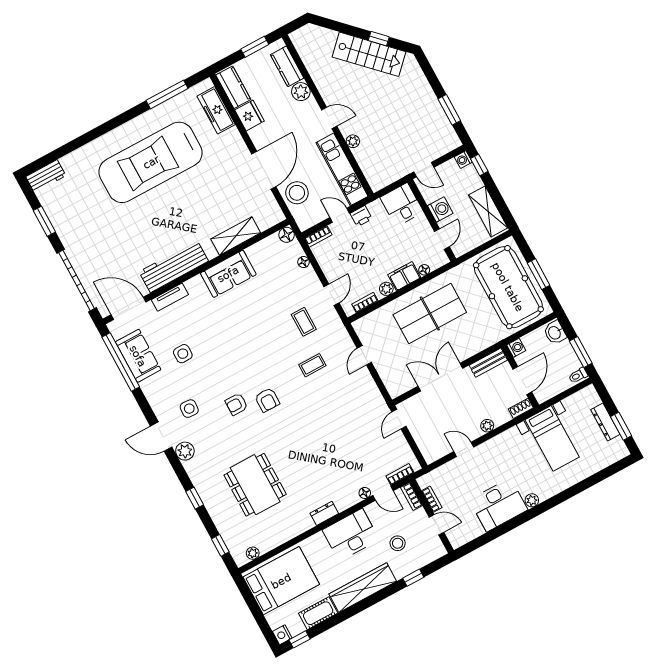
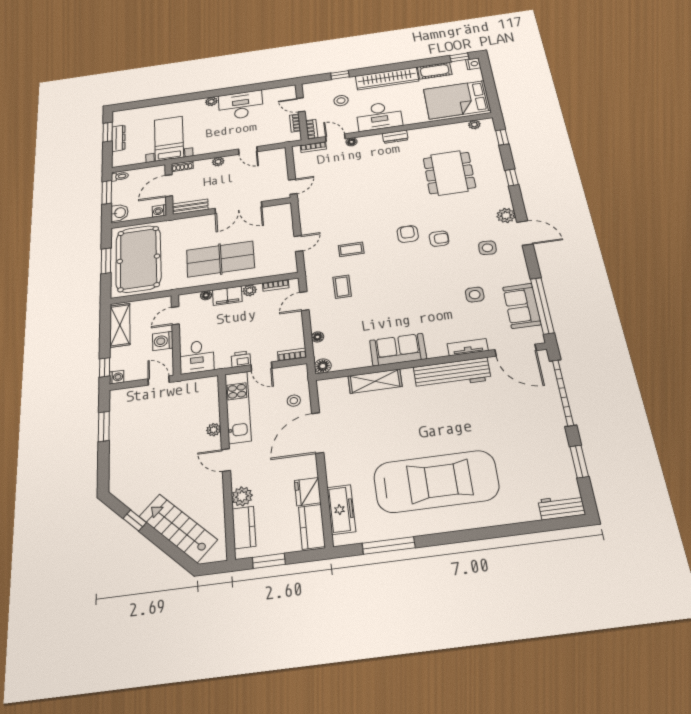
stairs: (369, 54) -> (178, 528), moved
stool: (297, 193) -> (294, 401), width x0.53, depth x0.53

